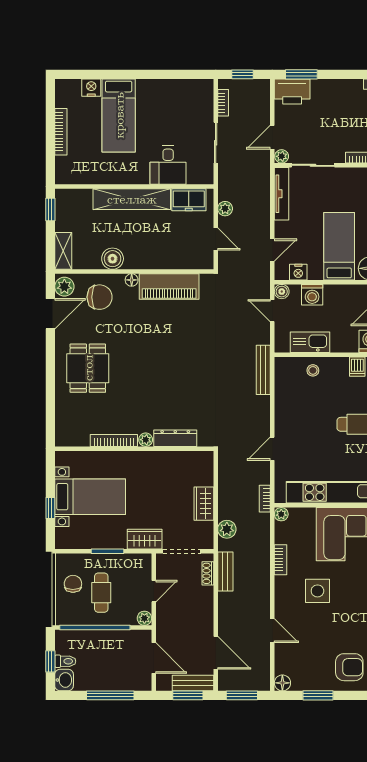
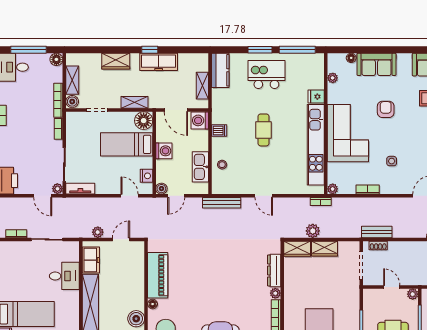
tv unit: (282, 194) -> (80, 189), width x0.71
washing machine: (312, 295) -> (164, 151), moved
door: (272, 449) -> (264, 196), moved
plant: (227, 529) -> (313, 231), moved
wardrobe: (145, 539) -> (297, 249), moved, turned -90
side table: (317, 591) -> (392, 161), width x0.54, depth x0.54

